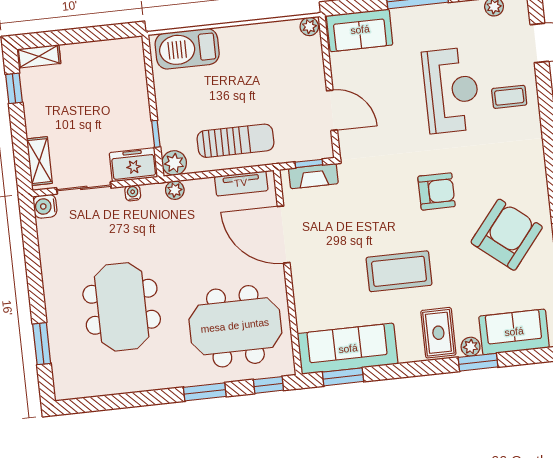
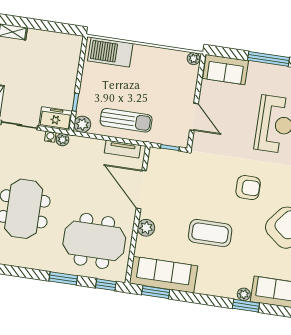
fireplace: (313, 176) -> (171, 157), removed
plant: (175, 190) -> (62, 140), moved
plant: (305, 288) -> (146, 228), added
rug: (438, 333) -> (225, 280), removed

